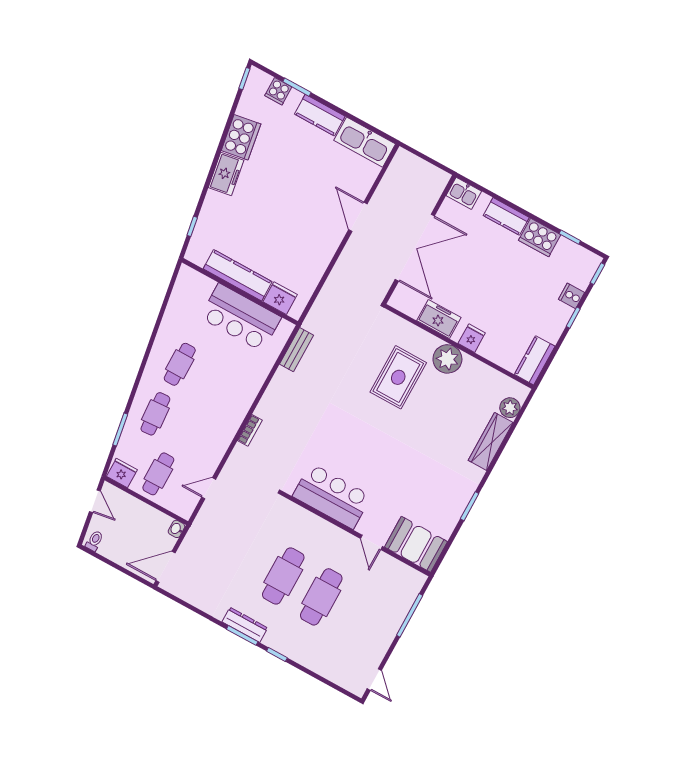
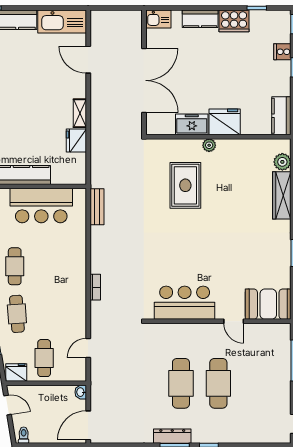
door: (358, 217) -> (88, 60), moved
shelving: (331, 245) -> (80, 113), added
fridge: (280, 298) -> (76, 141), moved, turned -90
fridge: (472, 338) -> (225, 122), width x1.88, depth x1.34
plant: (447, 359) -> (209, 145), width x0.53, depth x0.53

